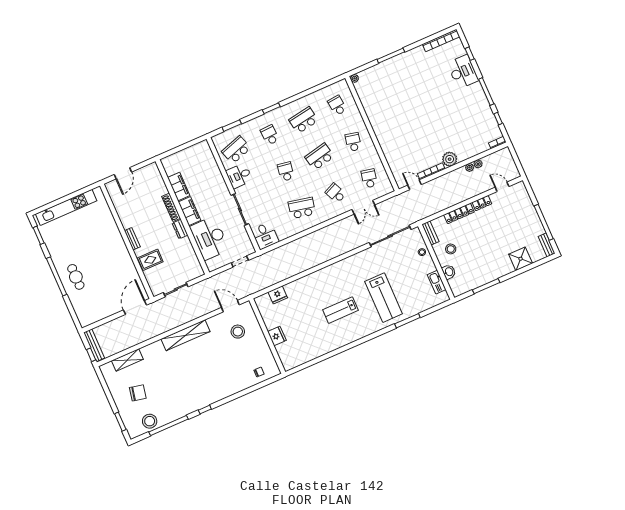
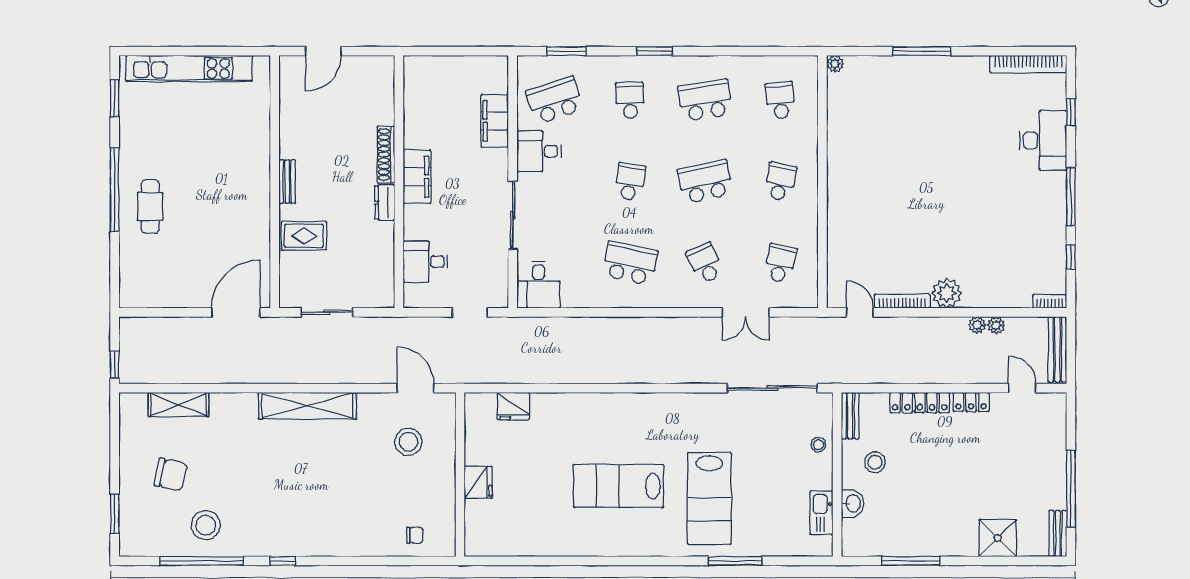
filing cabinet: (179, 187) -> (495, 121), moved, turned 180
desk: (209, 238) -> (425, 262), width x0.53, depth x0.77
lab bench: (341, 310) -> (618, 486), width x1.36, depth x1.39
bench: (94, 345) -> (1057, 349), moved
stool: (150, 421) -> (206, 525), moved

